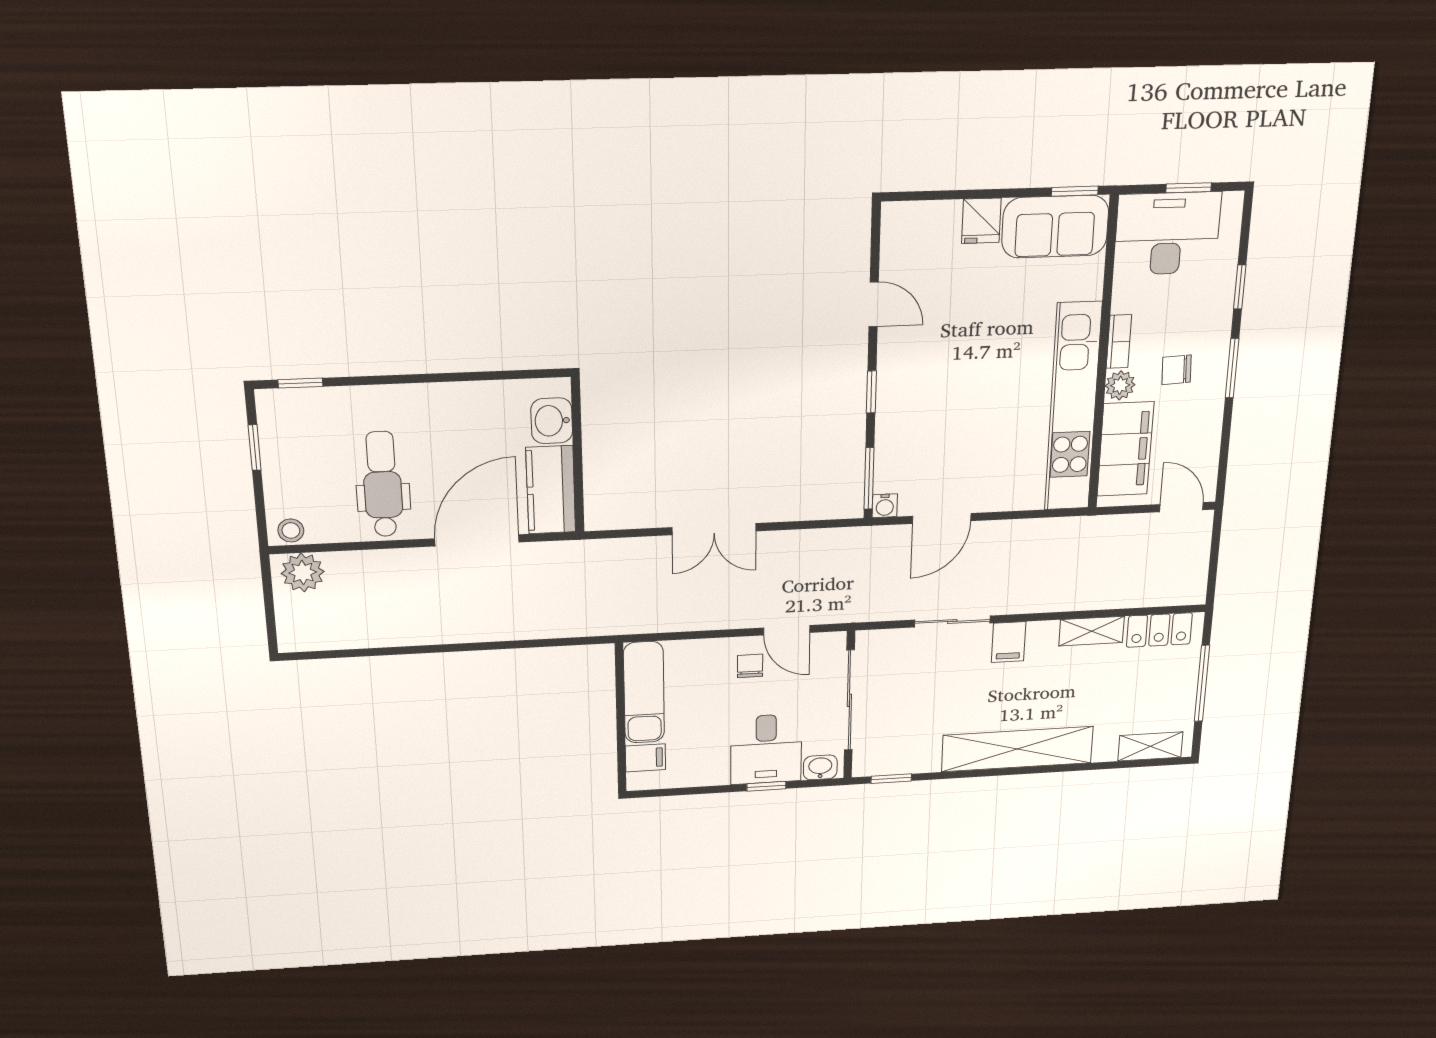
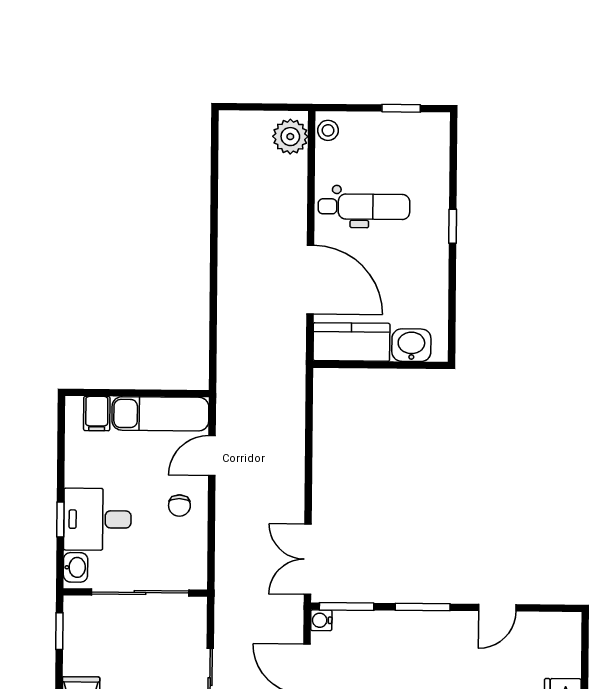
window: (300, 383) -> (453, 226), moved
window: (871, 392) -> (423, 607), width x1.50
double door: (714, 529) -> (308, 559), moved
door: (787, 630) -> (212, 456), moved
chair: (750, 666) -> (179, 506), turned 90

